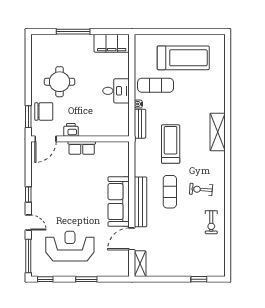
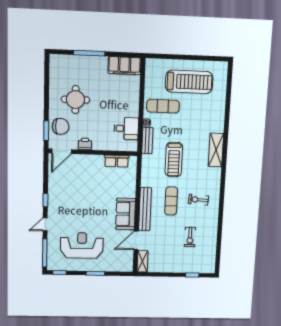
desk: (116, 91) -> (126, 128), moved
treadmill: (171, 144) -> (174, 159), turned 180
row of seats: (82, 148) -> (116, 161), moved
sofa: (119, 202) -> (126, 214), width x0.73
door: (28, 222) -> (45, 224), swing flipped
exercise bike: (211, 222) -> (190, 237), moved

